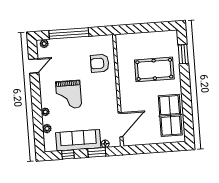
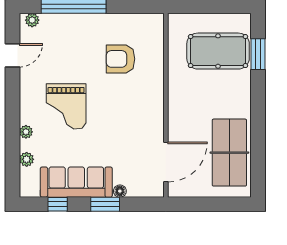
pool table: (154, 69) -> (218, 51), moved
wall: (118, 90) -> (166, 105), moved
door: (121, 125) -> (166, 162), moved

